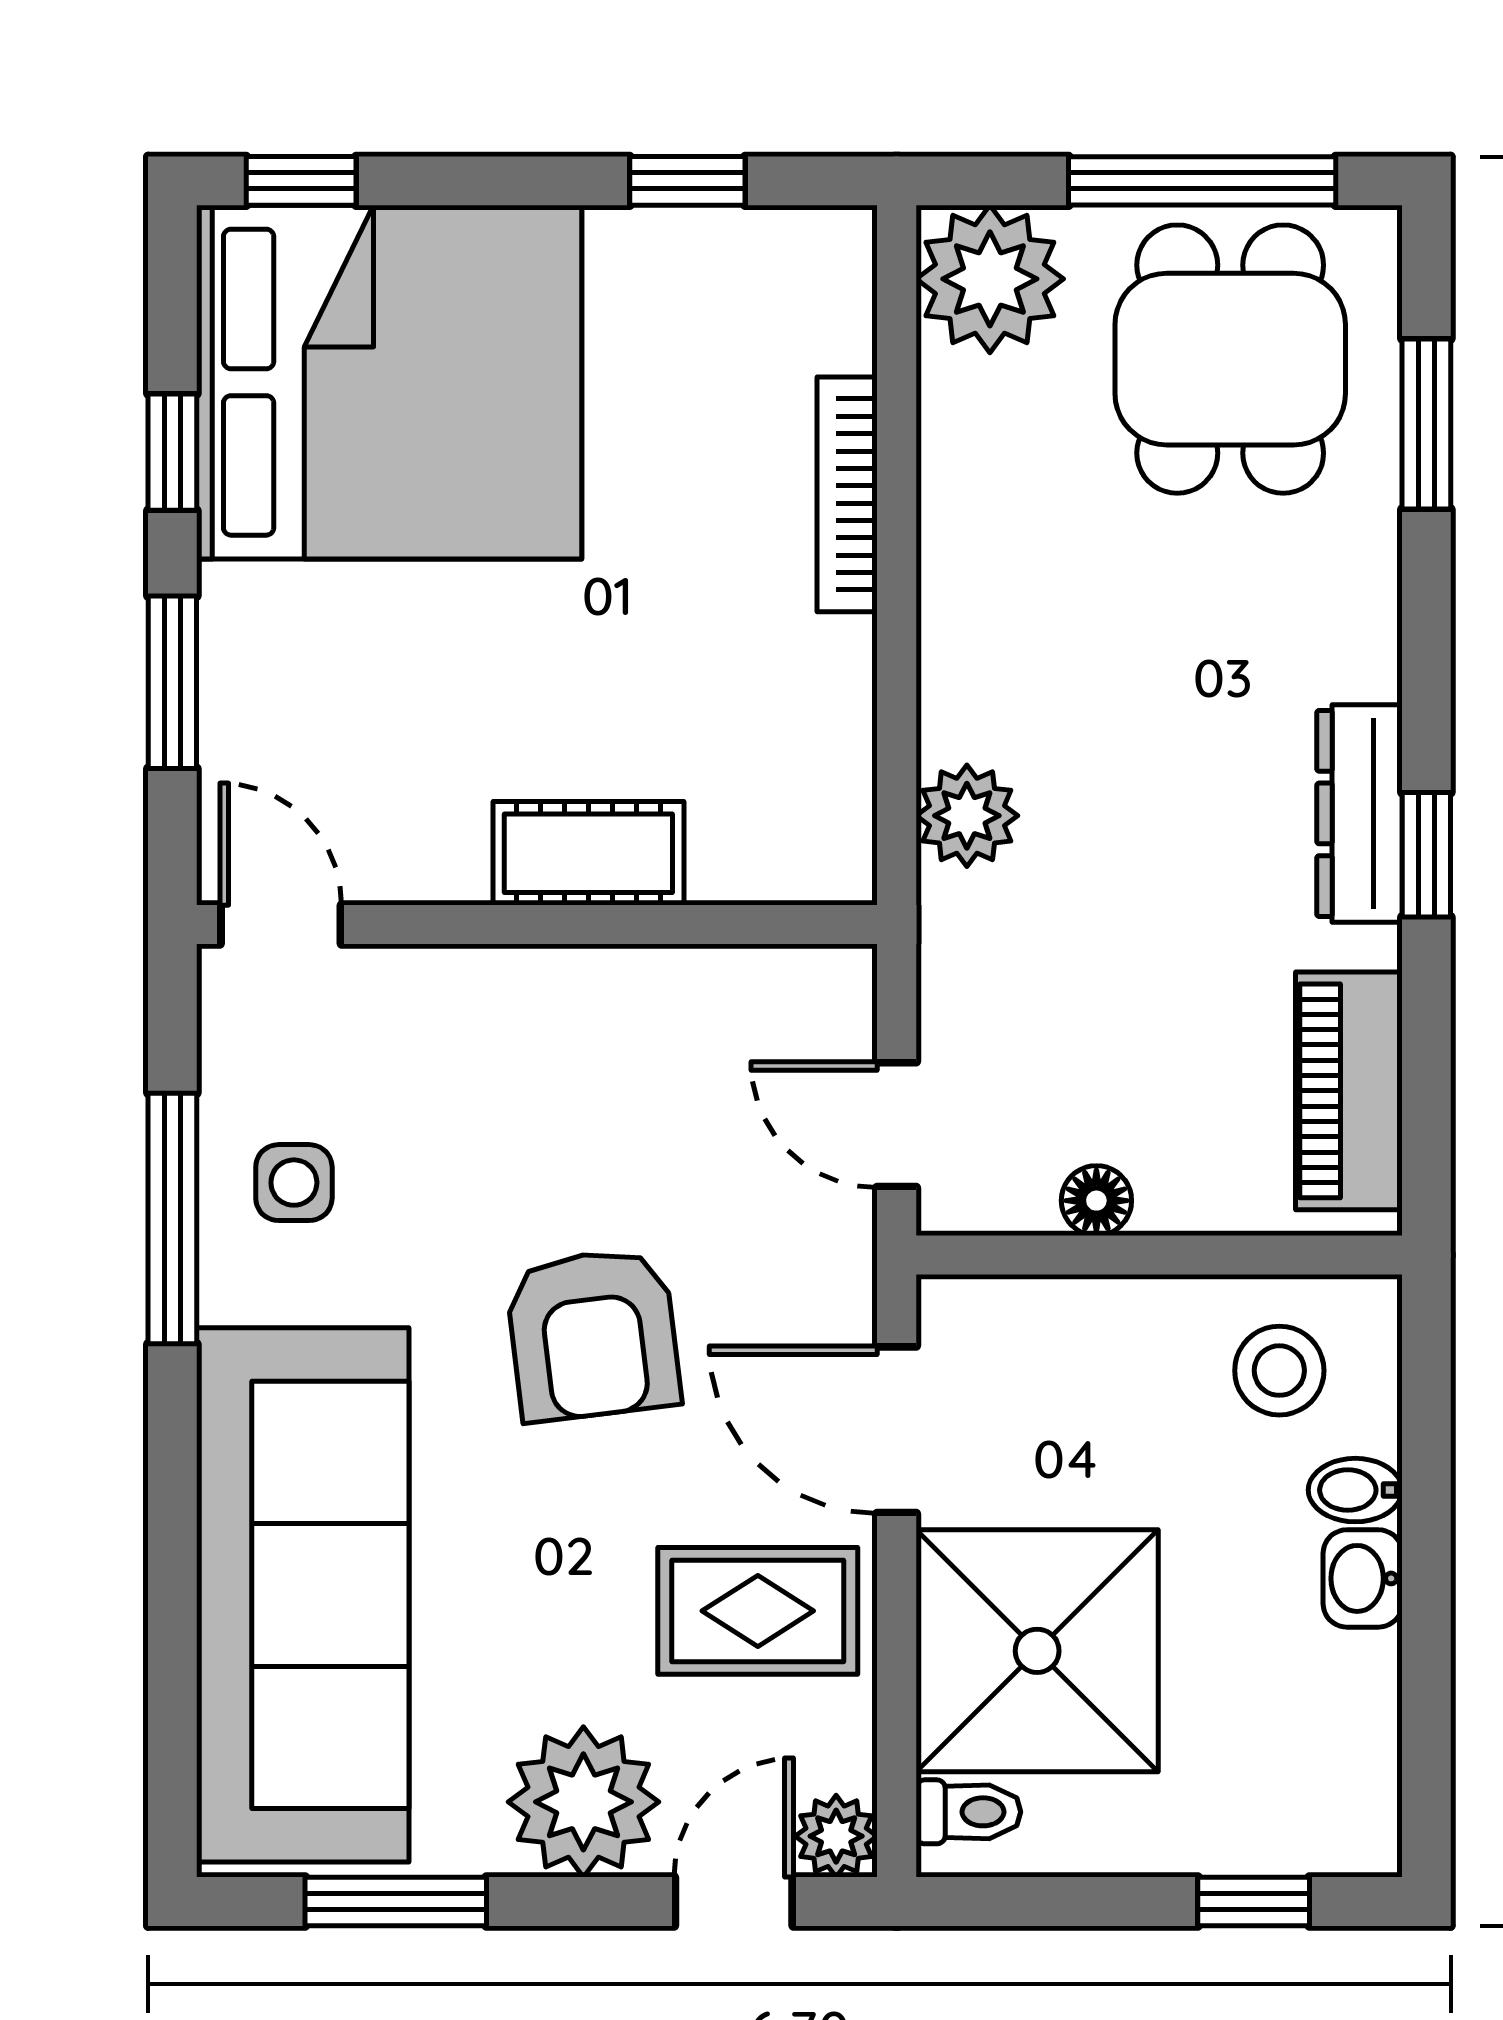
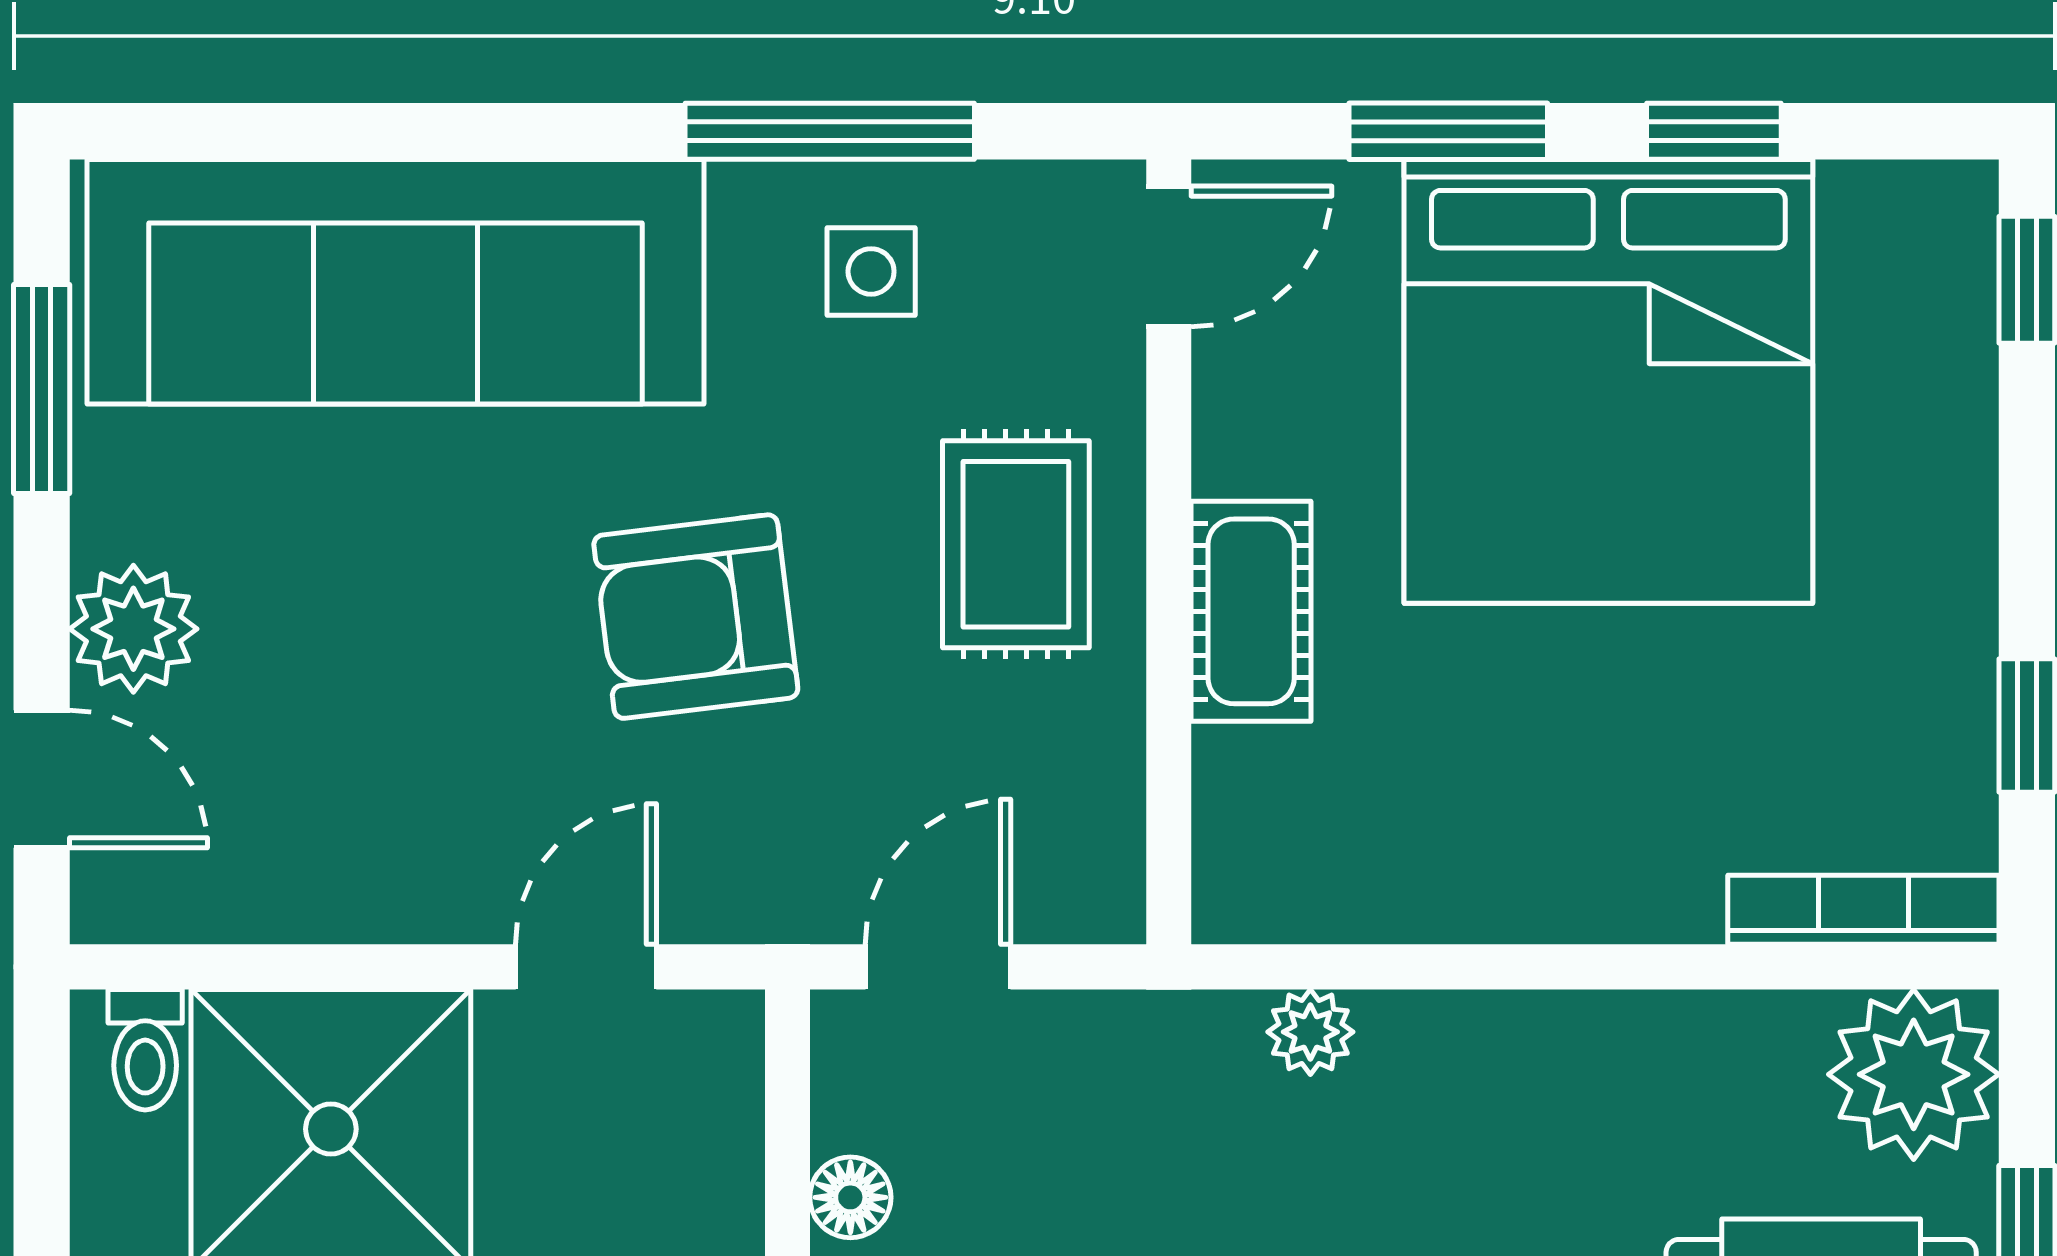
bed: (389, 382) -> (1608, 381), moved
bookcase: (847, 494) -> (1863, 910), moved
plant: (967, 816) -> (1310, 1032), width x0.73, depth x0.73
door: (897, 1430) -> (586, 967), width x0.73
rug: (758, 1611) -> (1016, 544), moved
plant: (583, 1802) -> (133, 629), width x0.73, depth x0.73
plant: (836, 1836) -> (117, 897), removed

